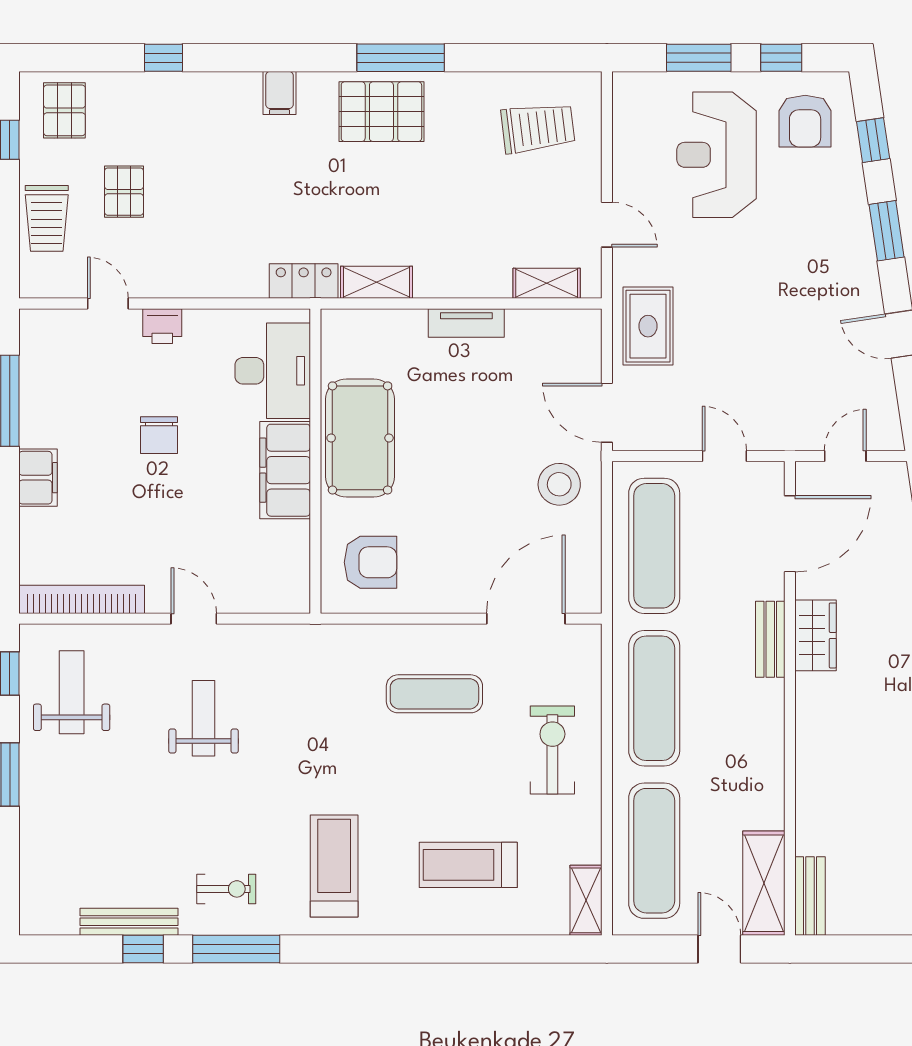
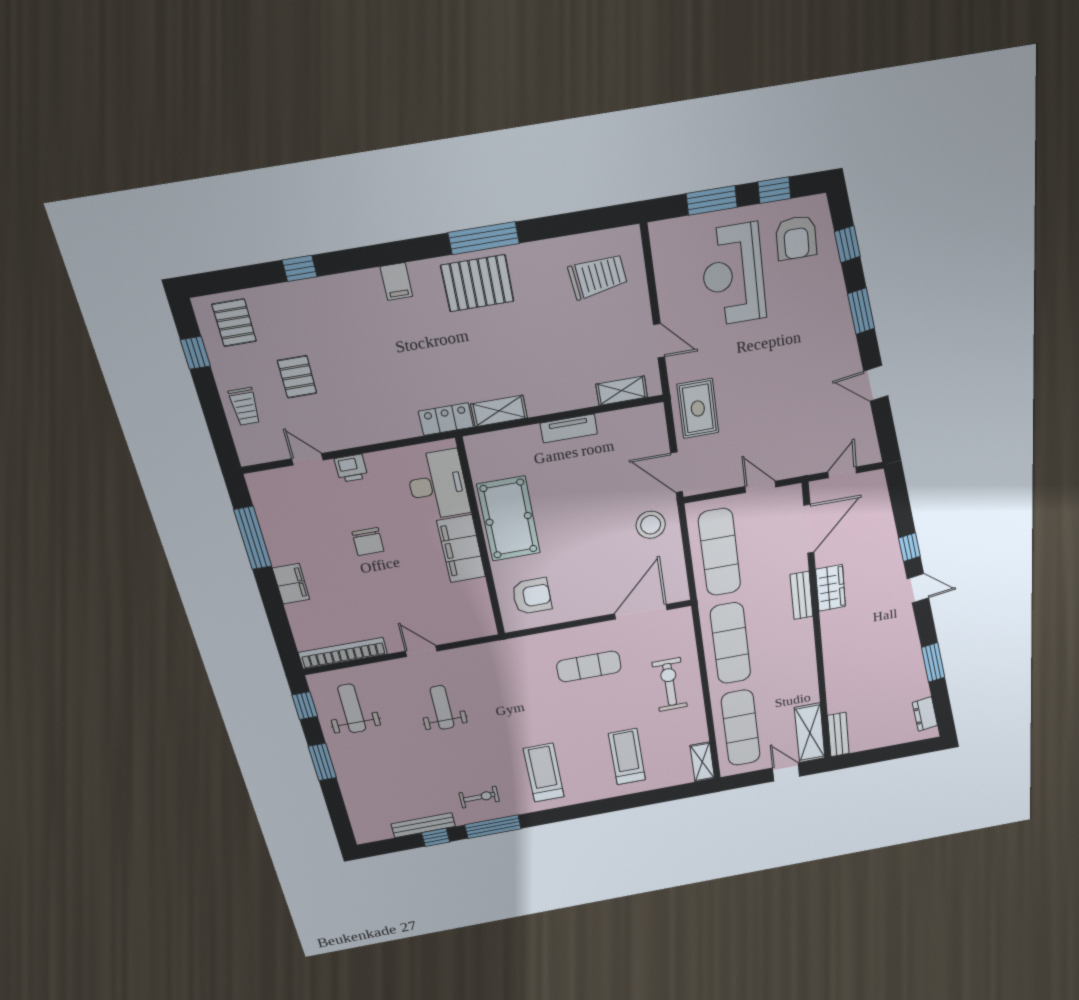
trolley: (47, 218) -> (245, 406), width x0.73, depth x0.72
treadmill: (468, 865) -> (627, 757), turned 90

